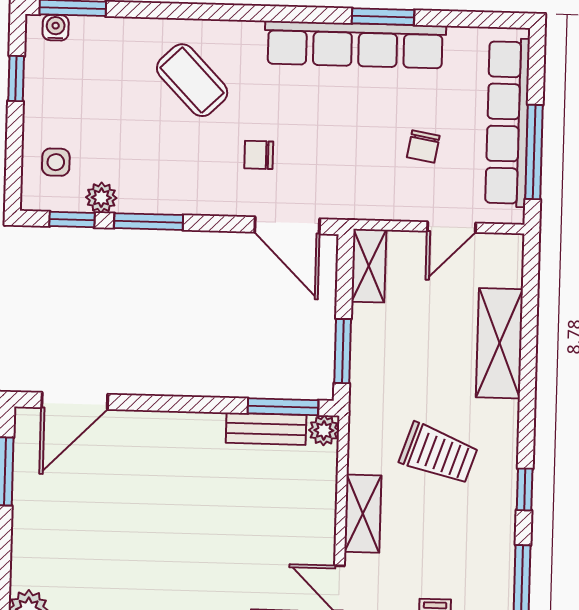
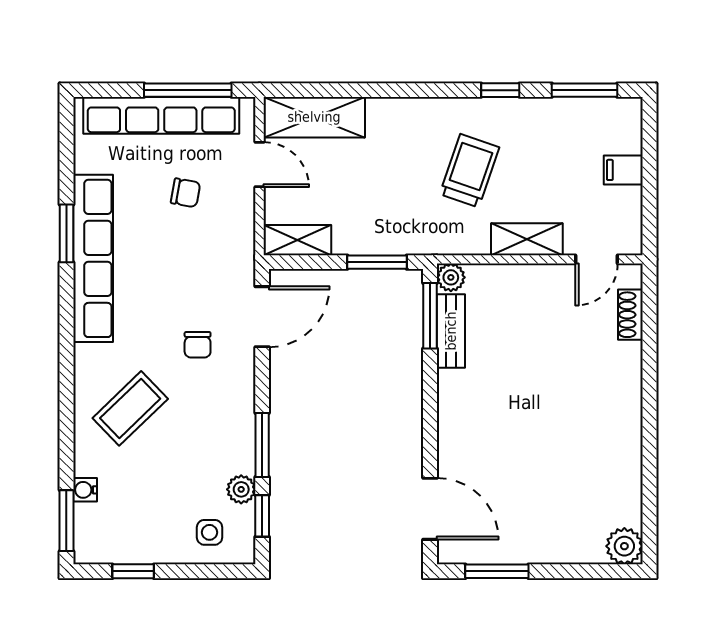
water cooler: (56, 28) -> (85, 490), moved
shelving: (499, 343) -> (314, 117), moved

